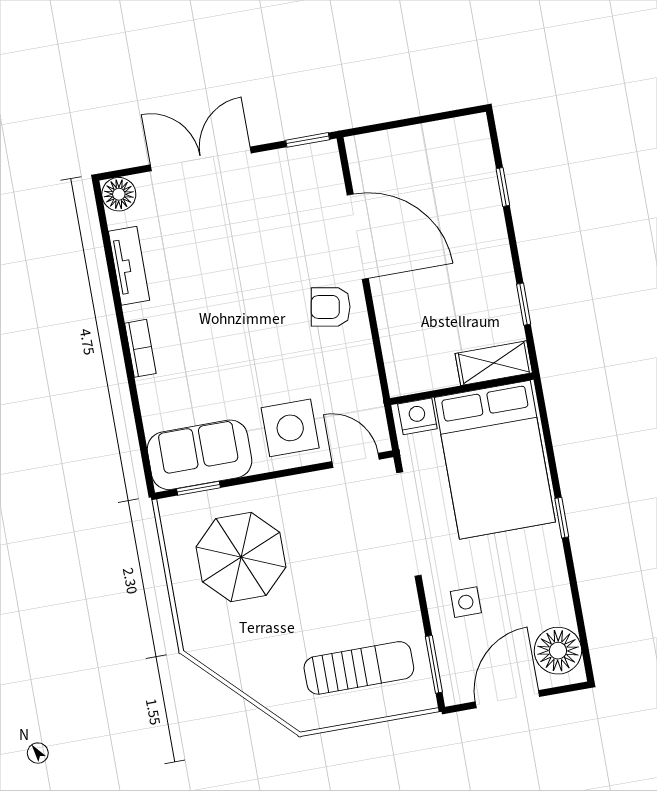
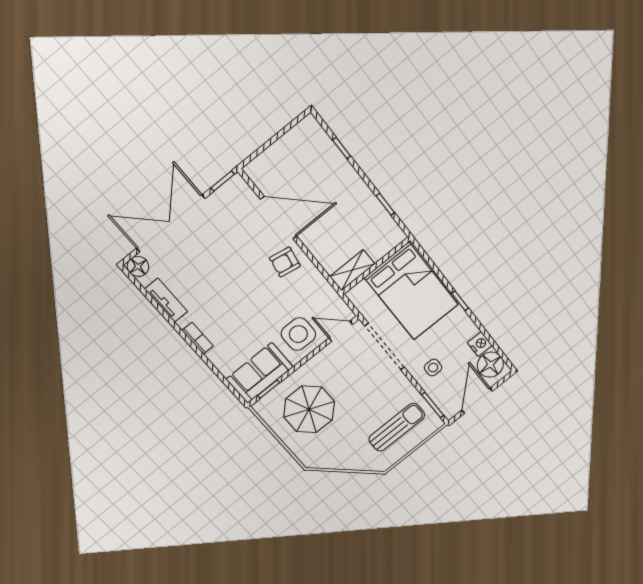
double door: (201, 159) -> (171, 223), width x1.36
shelving: (494, 363) -> (352, 270), moved
nightstand: (417, 416) -> (480, 344), moved, turned 90

